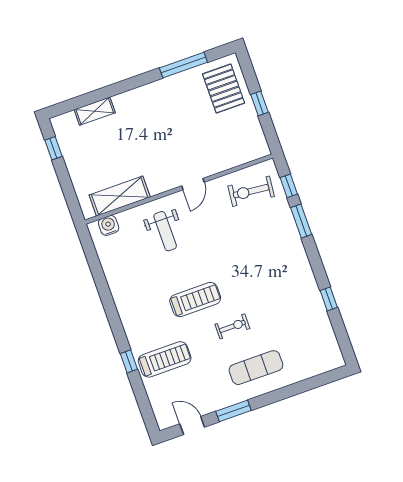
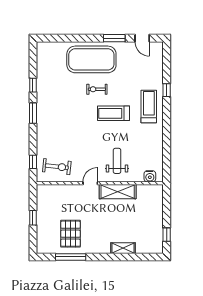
pallet: (224, 89) -> (71, 234), moved
shelving: (95, 111) -> (123, 248), moved
shelving: (120, 196) -> (118, 192), moved
window: (301, 221) -> (33, 113), moved
treadmill: (165, 359) -> (149, 107), moved, turned 90
exercise mat: (256, 368) -> (91, 59), width x2.00, depth x1.45

